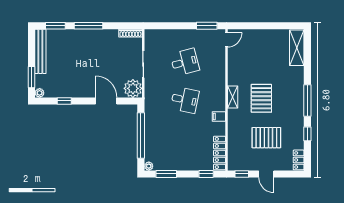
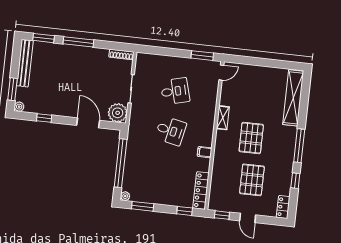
shelving: (297, 48) -> (293, 98), width x1.47
shelving: (233, 97) -> (223, 118), moved
pallet: (266, 138) -> (252, 180), turned 90

